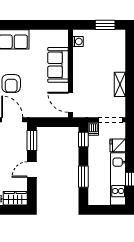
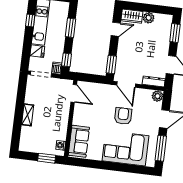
window: (105, 25) -> (47, 158), moved
sofa: (58, 65) -> (79, 141), moved
shelving: (120, 84) -> (28, 115), moved
door: (32, 170) -> (116, 29), moved

